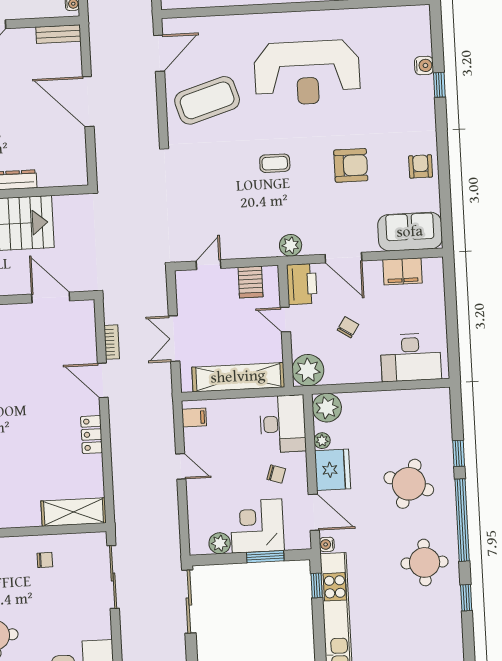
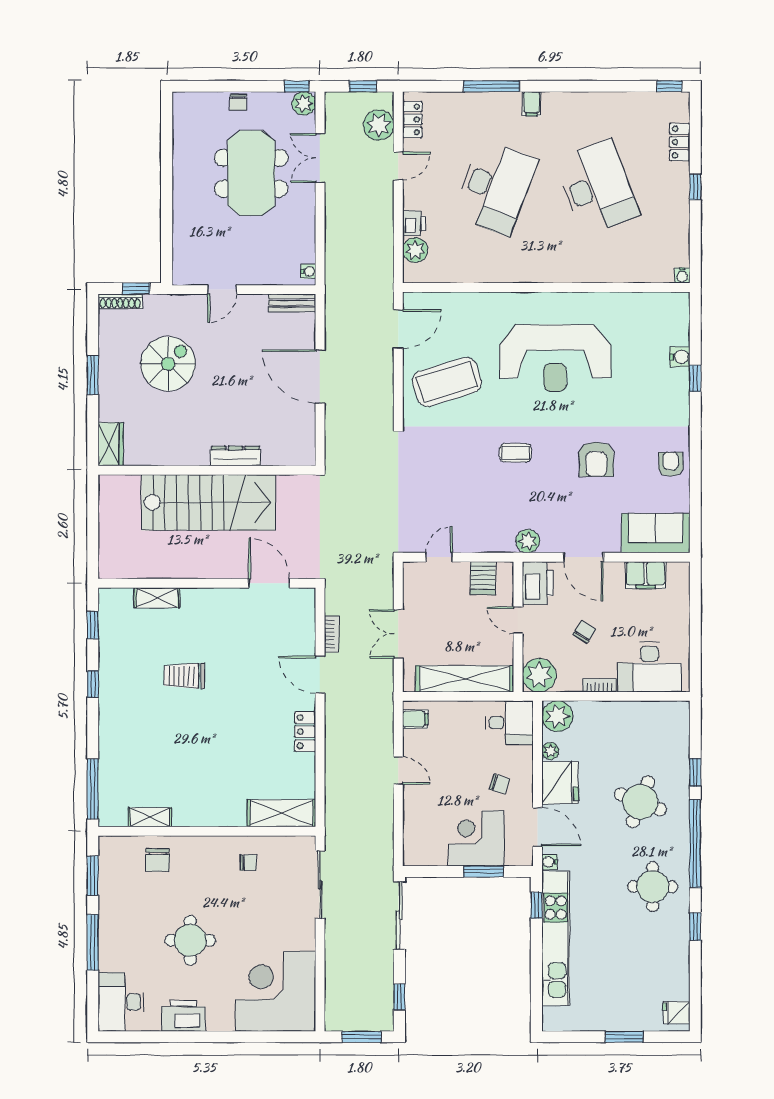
armchair: (351, 165) -> (596, 459), turned 90
bookcase: (365, 377) -> (599, 685), added
desk: (283, 424) -> (509, 723), width x0.73
plant: (220, 543) -> (435, 855), removed

